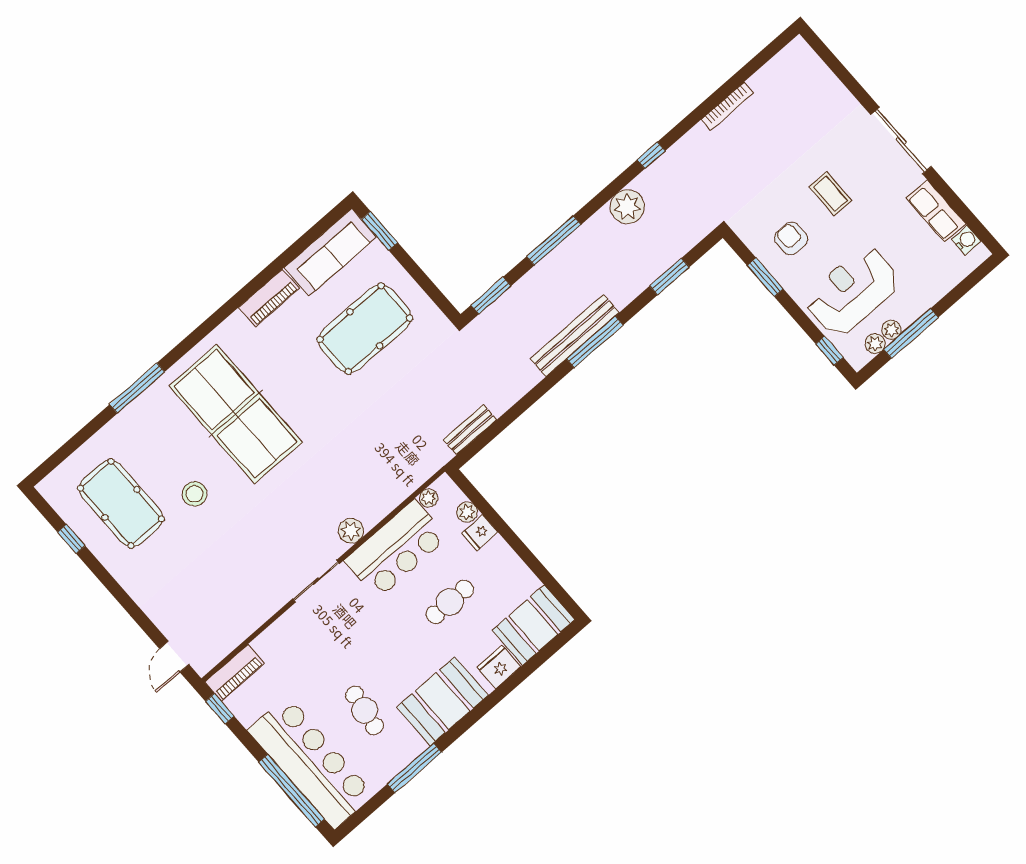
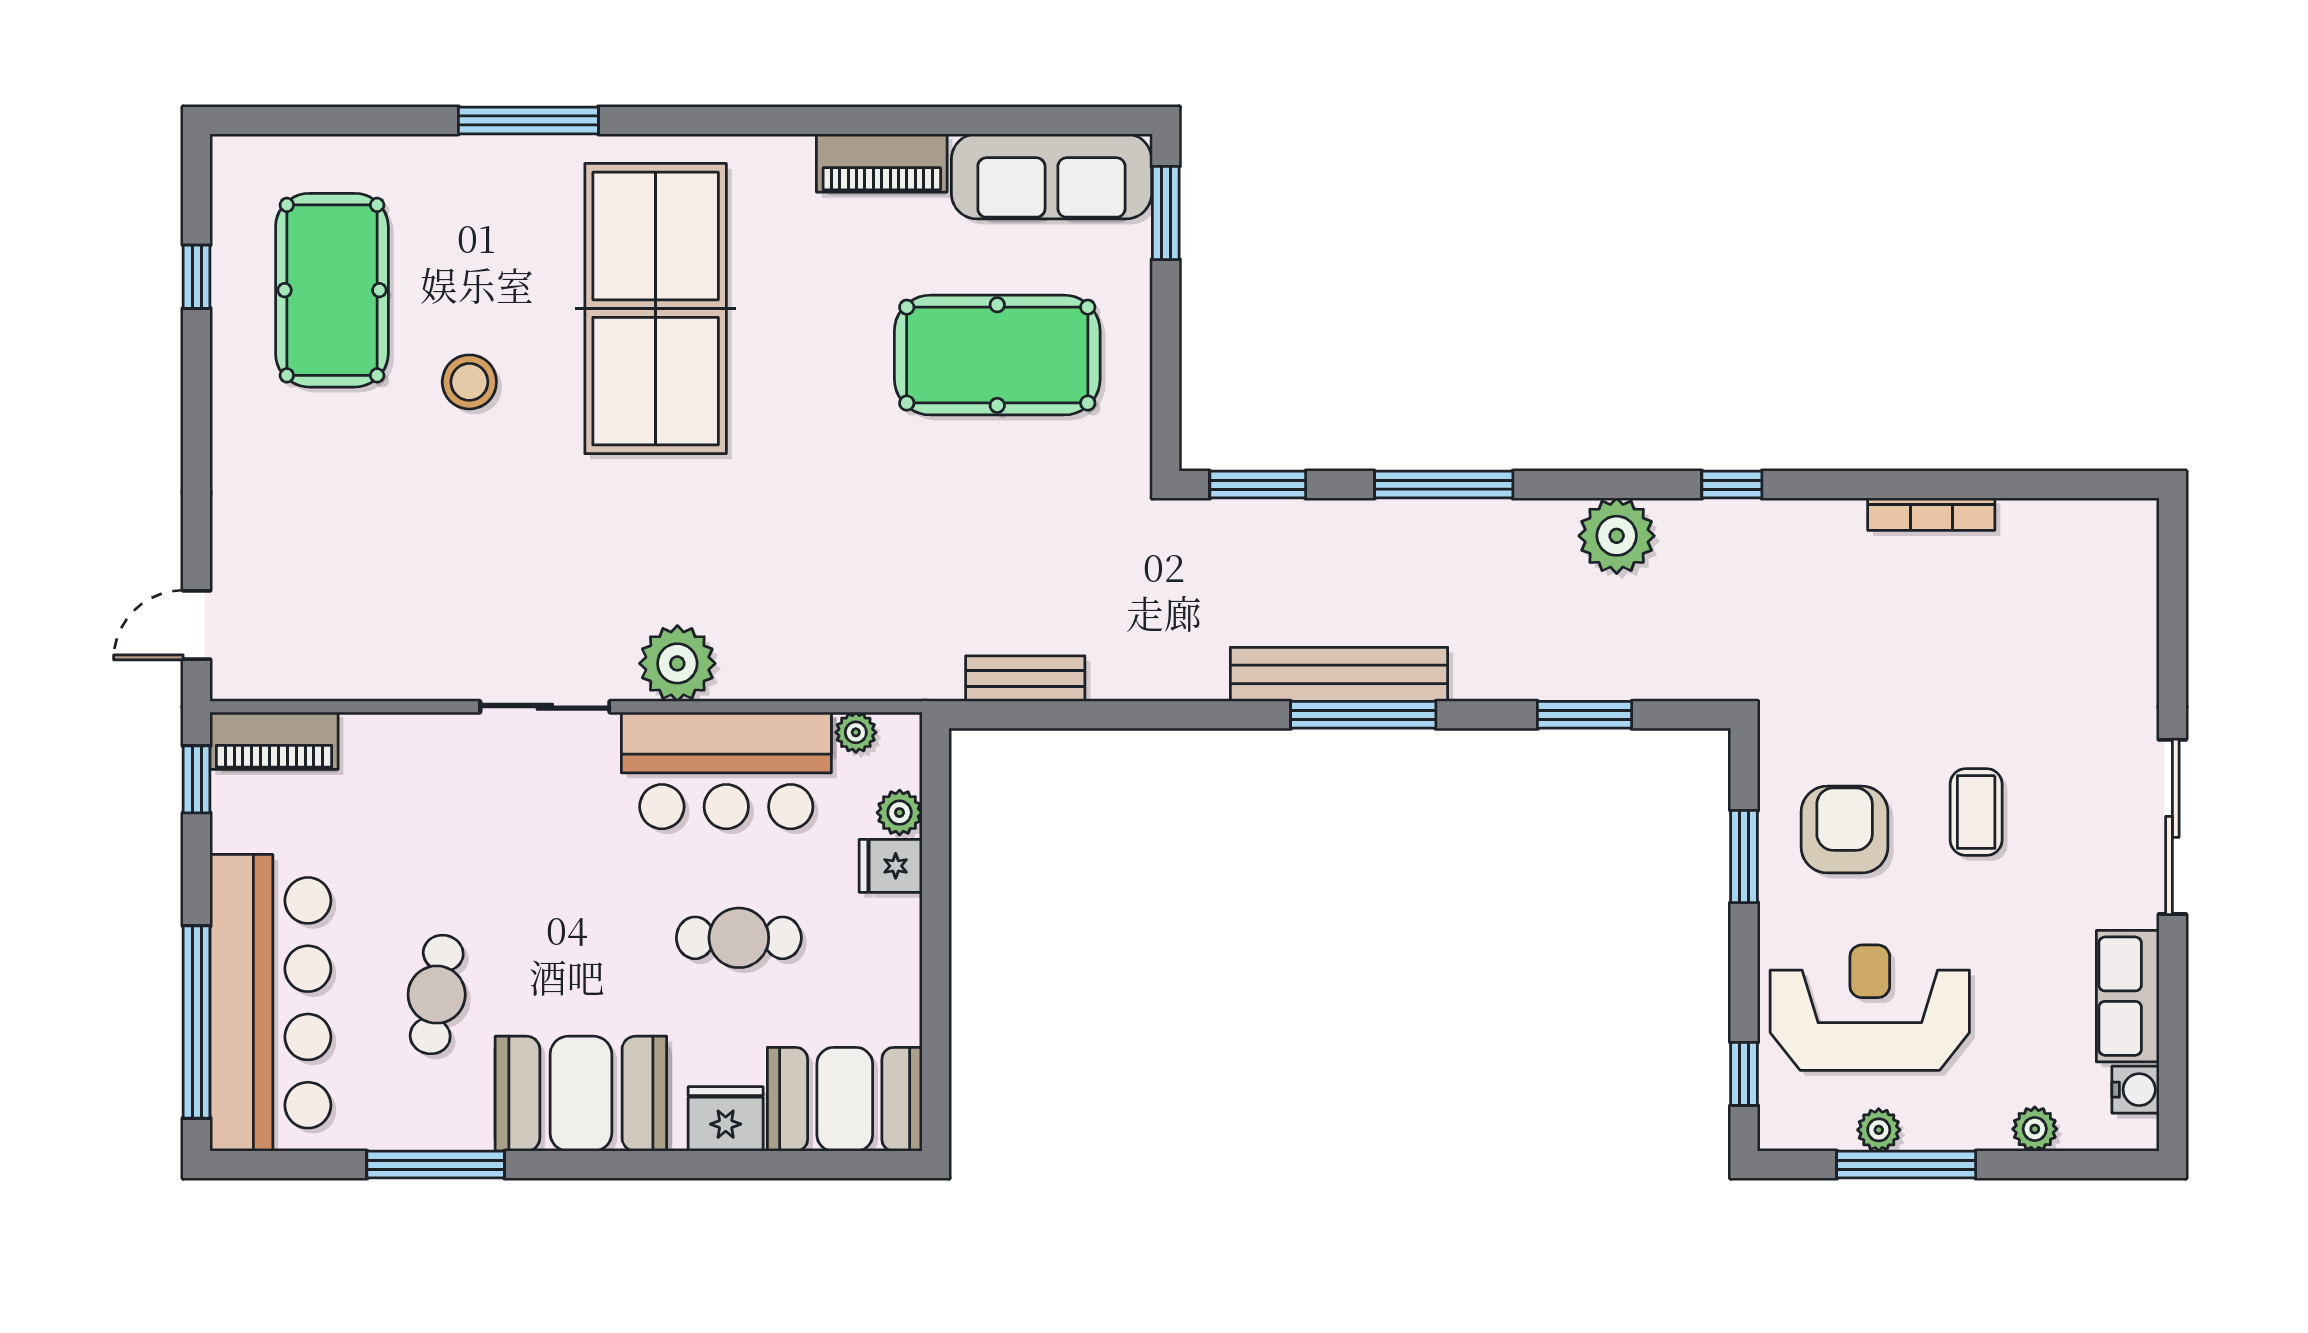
armchair: (791, 238) -> (1845, 830), width x1.38, depth x1.38
plant: (875, 344) -> (2035, 1129), moved
plant: (351, 531) -> (677, 663), width x1.36, depth x1.36

